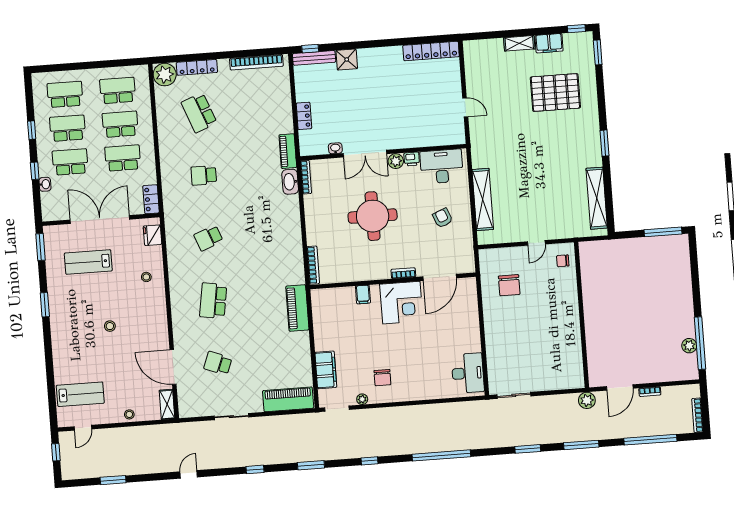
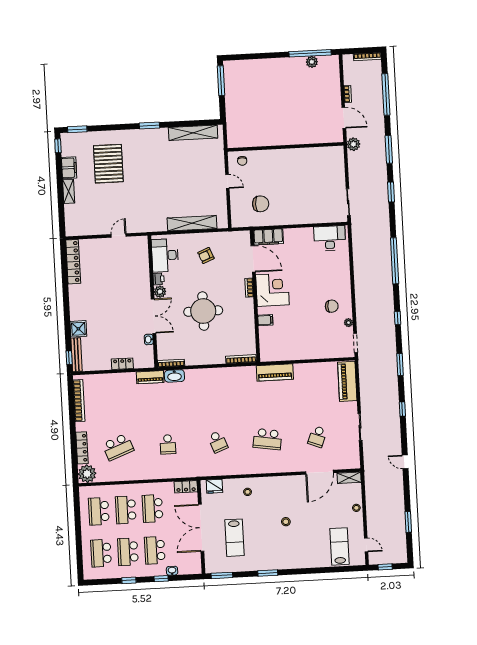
filing cabinet: (326, 370) -> (268, 237), moved, turned 180

